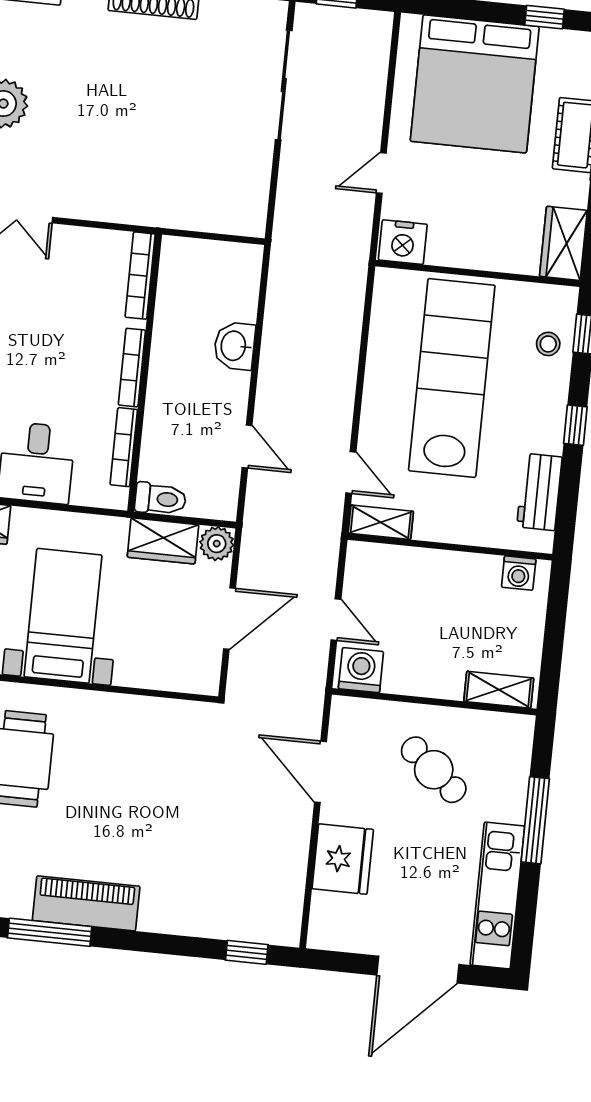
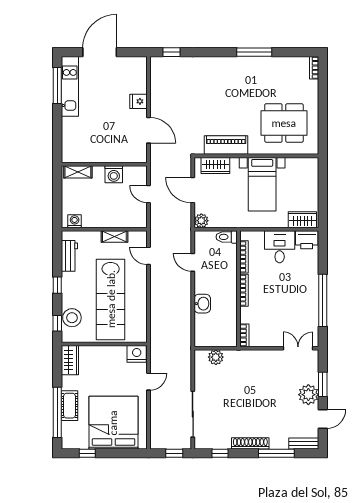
plant: (215, 215) -> (216, 357), added
bookcase: (140, 276) -> (244, 335), width x0.64
stool: (548, 344) -> (72, 318), width x1.89, depth x1.89
shelving: (381, 522) -> (114, 236), moved
wardrobe: (163, 541) -> (215, 165), moved, turned 180
door: (230, 619) -> (193, 190), hinge flipped
washing machine: (361, 670) -> (114, 174), moved
cafe table: (434, 770) -> (102, 136), removed
window: (535, 820) -> (57, 86), moved
fridge: (343, 859) -> (138, 101), width x0.53, depth x0.75
piano: (86, 903) -> (226, 145), moved, turned 180

